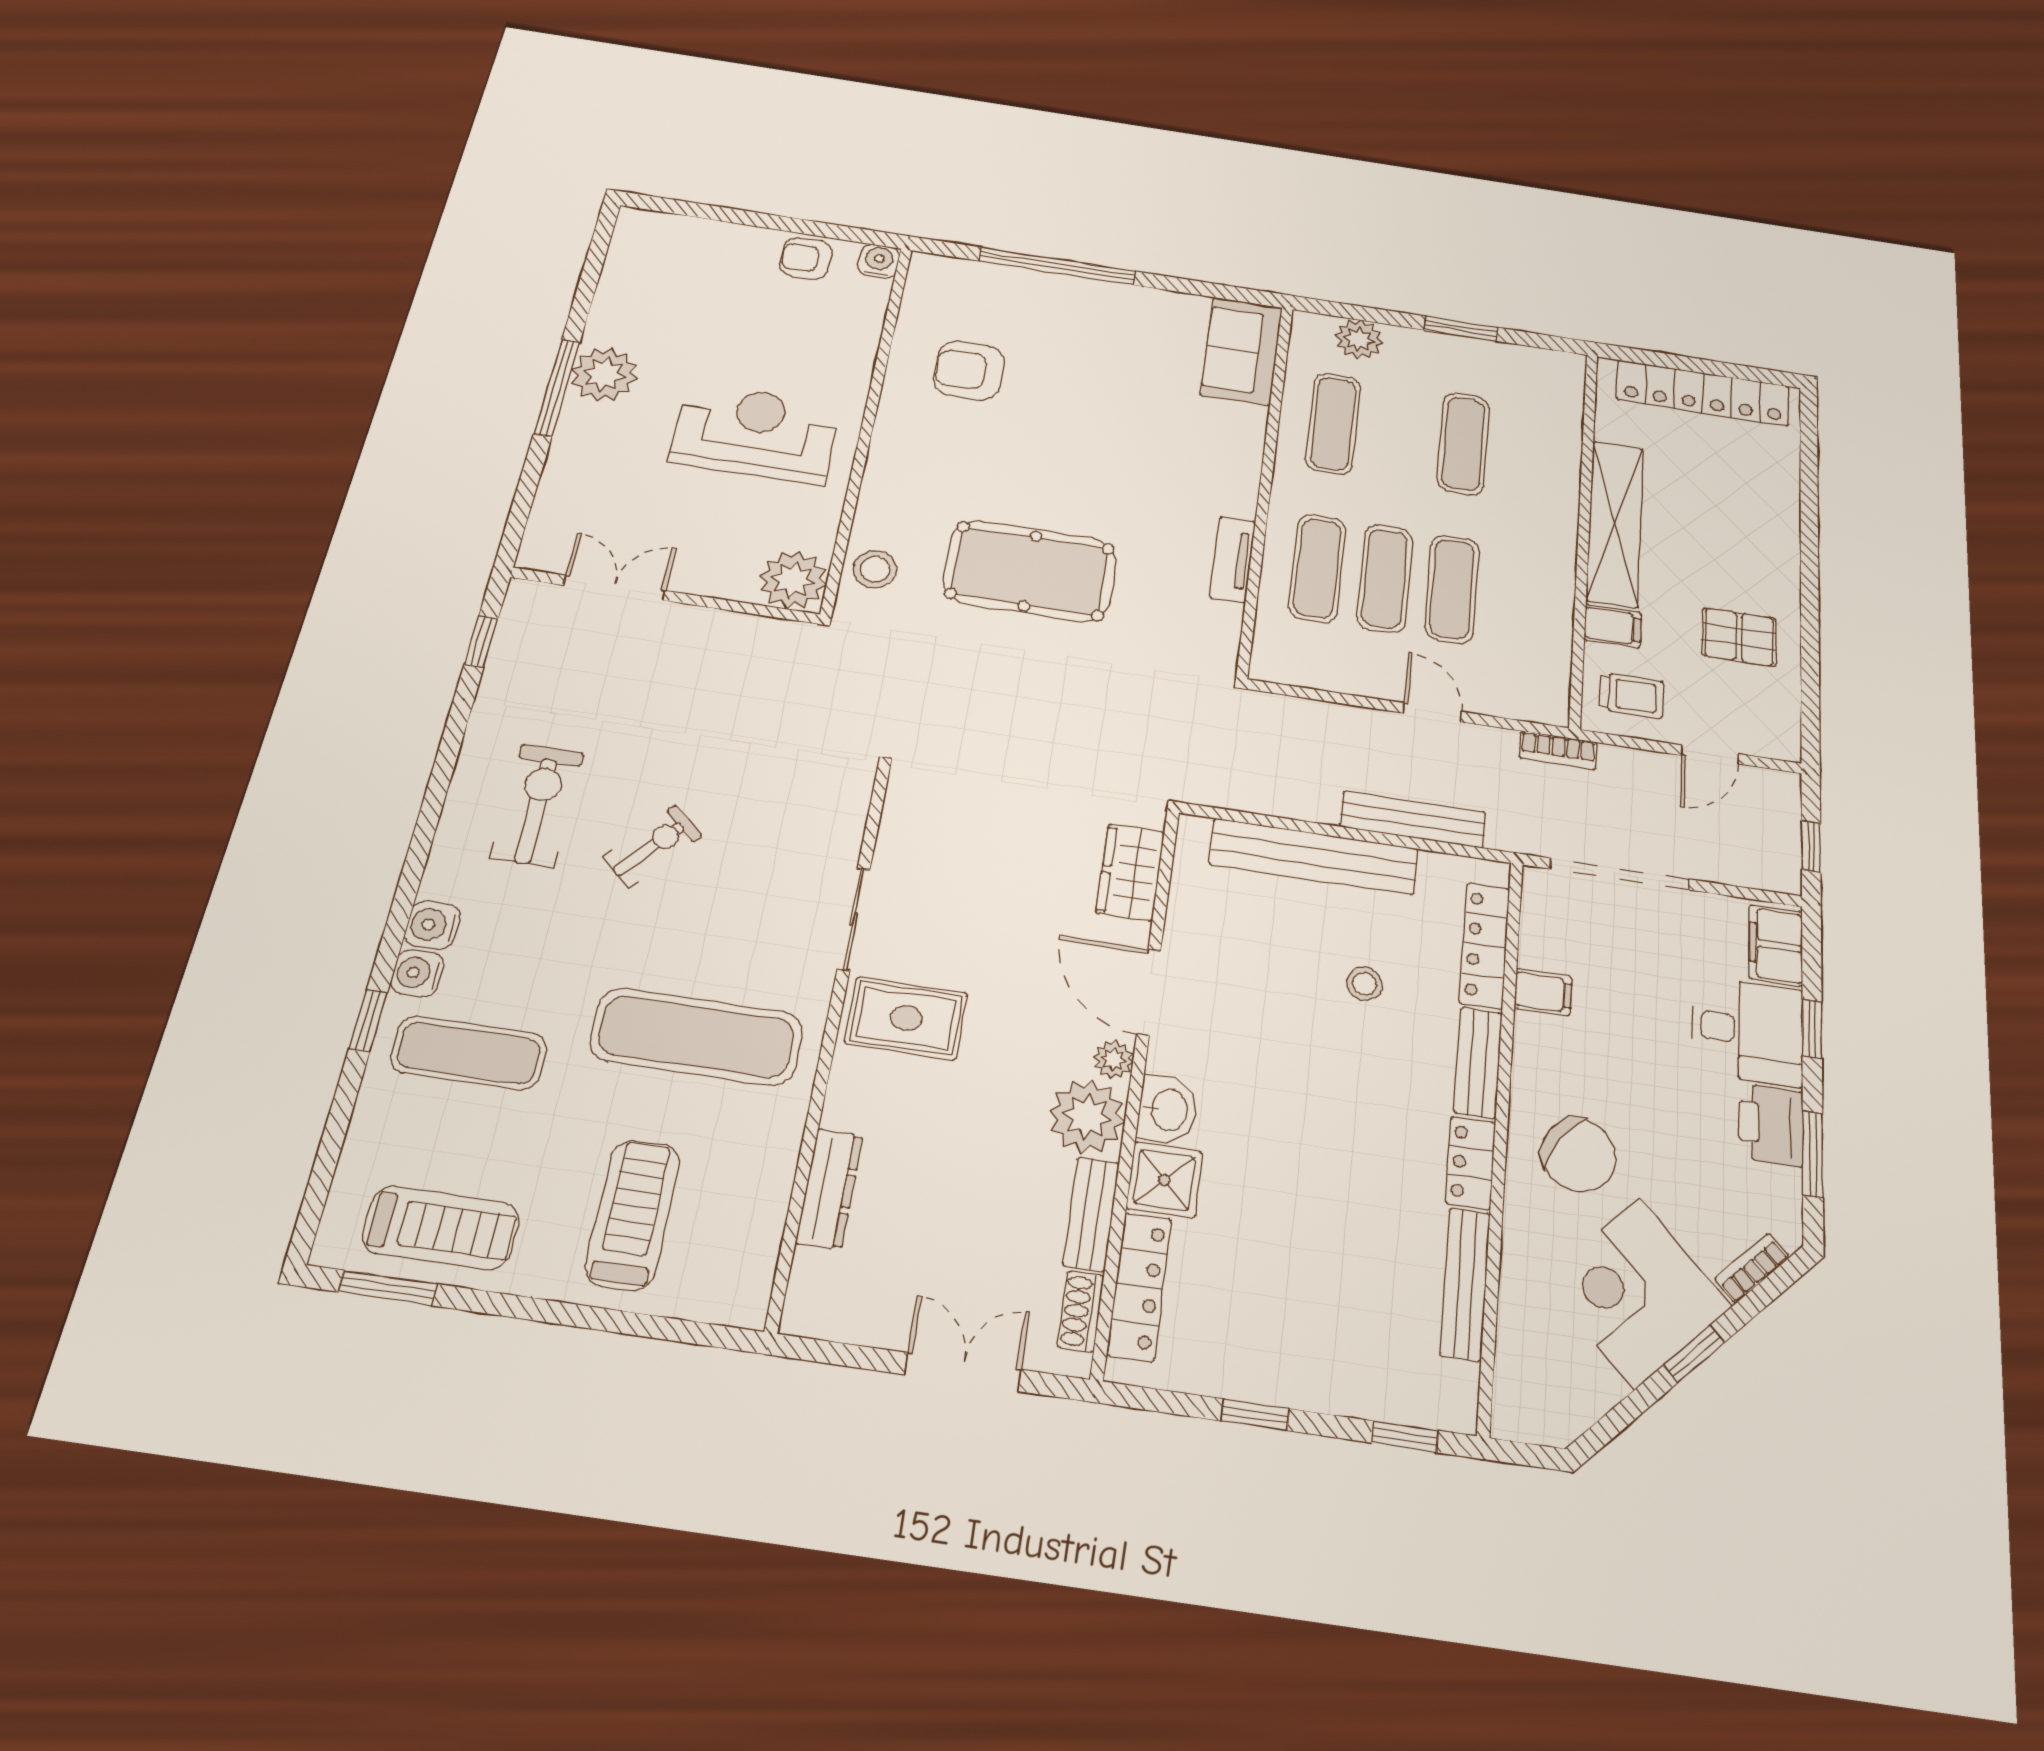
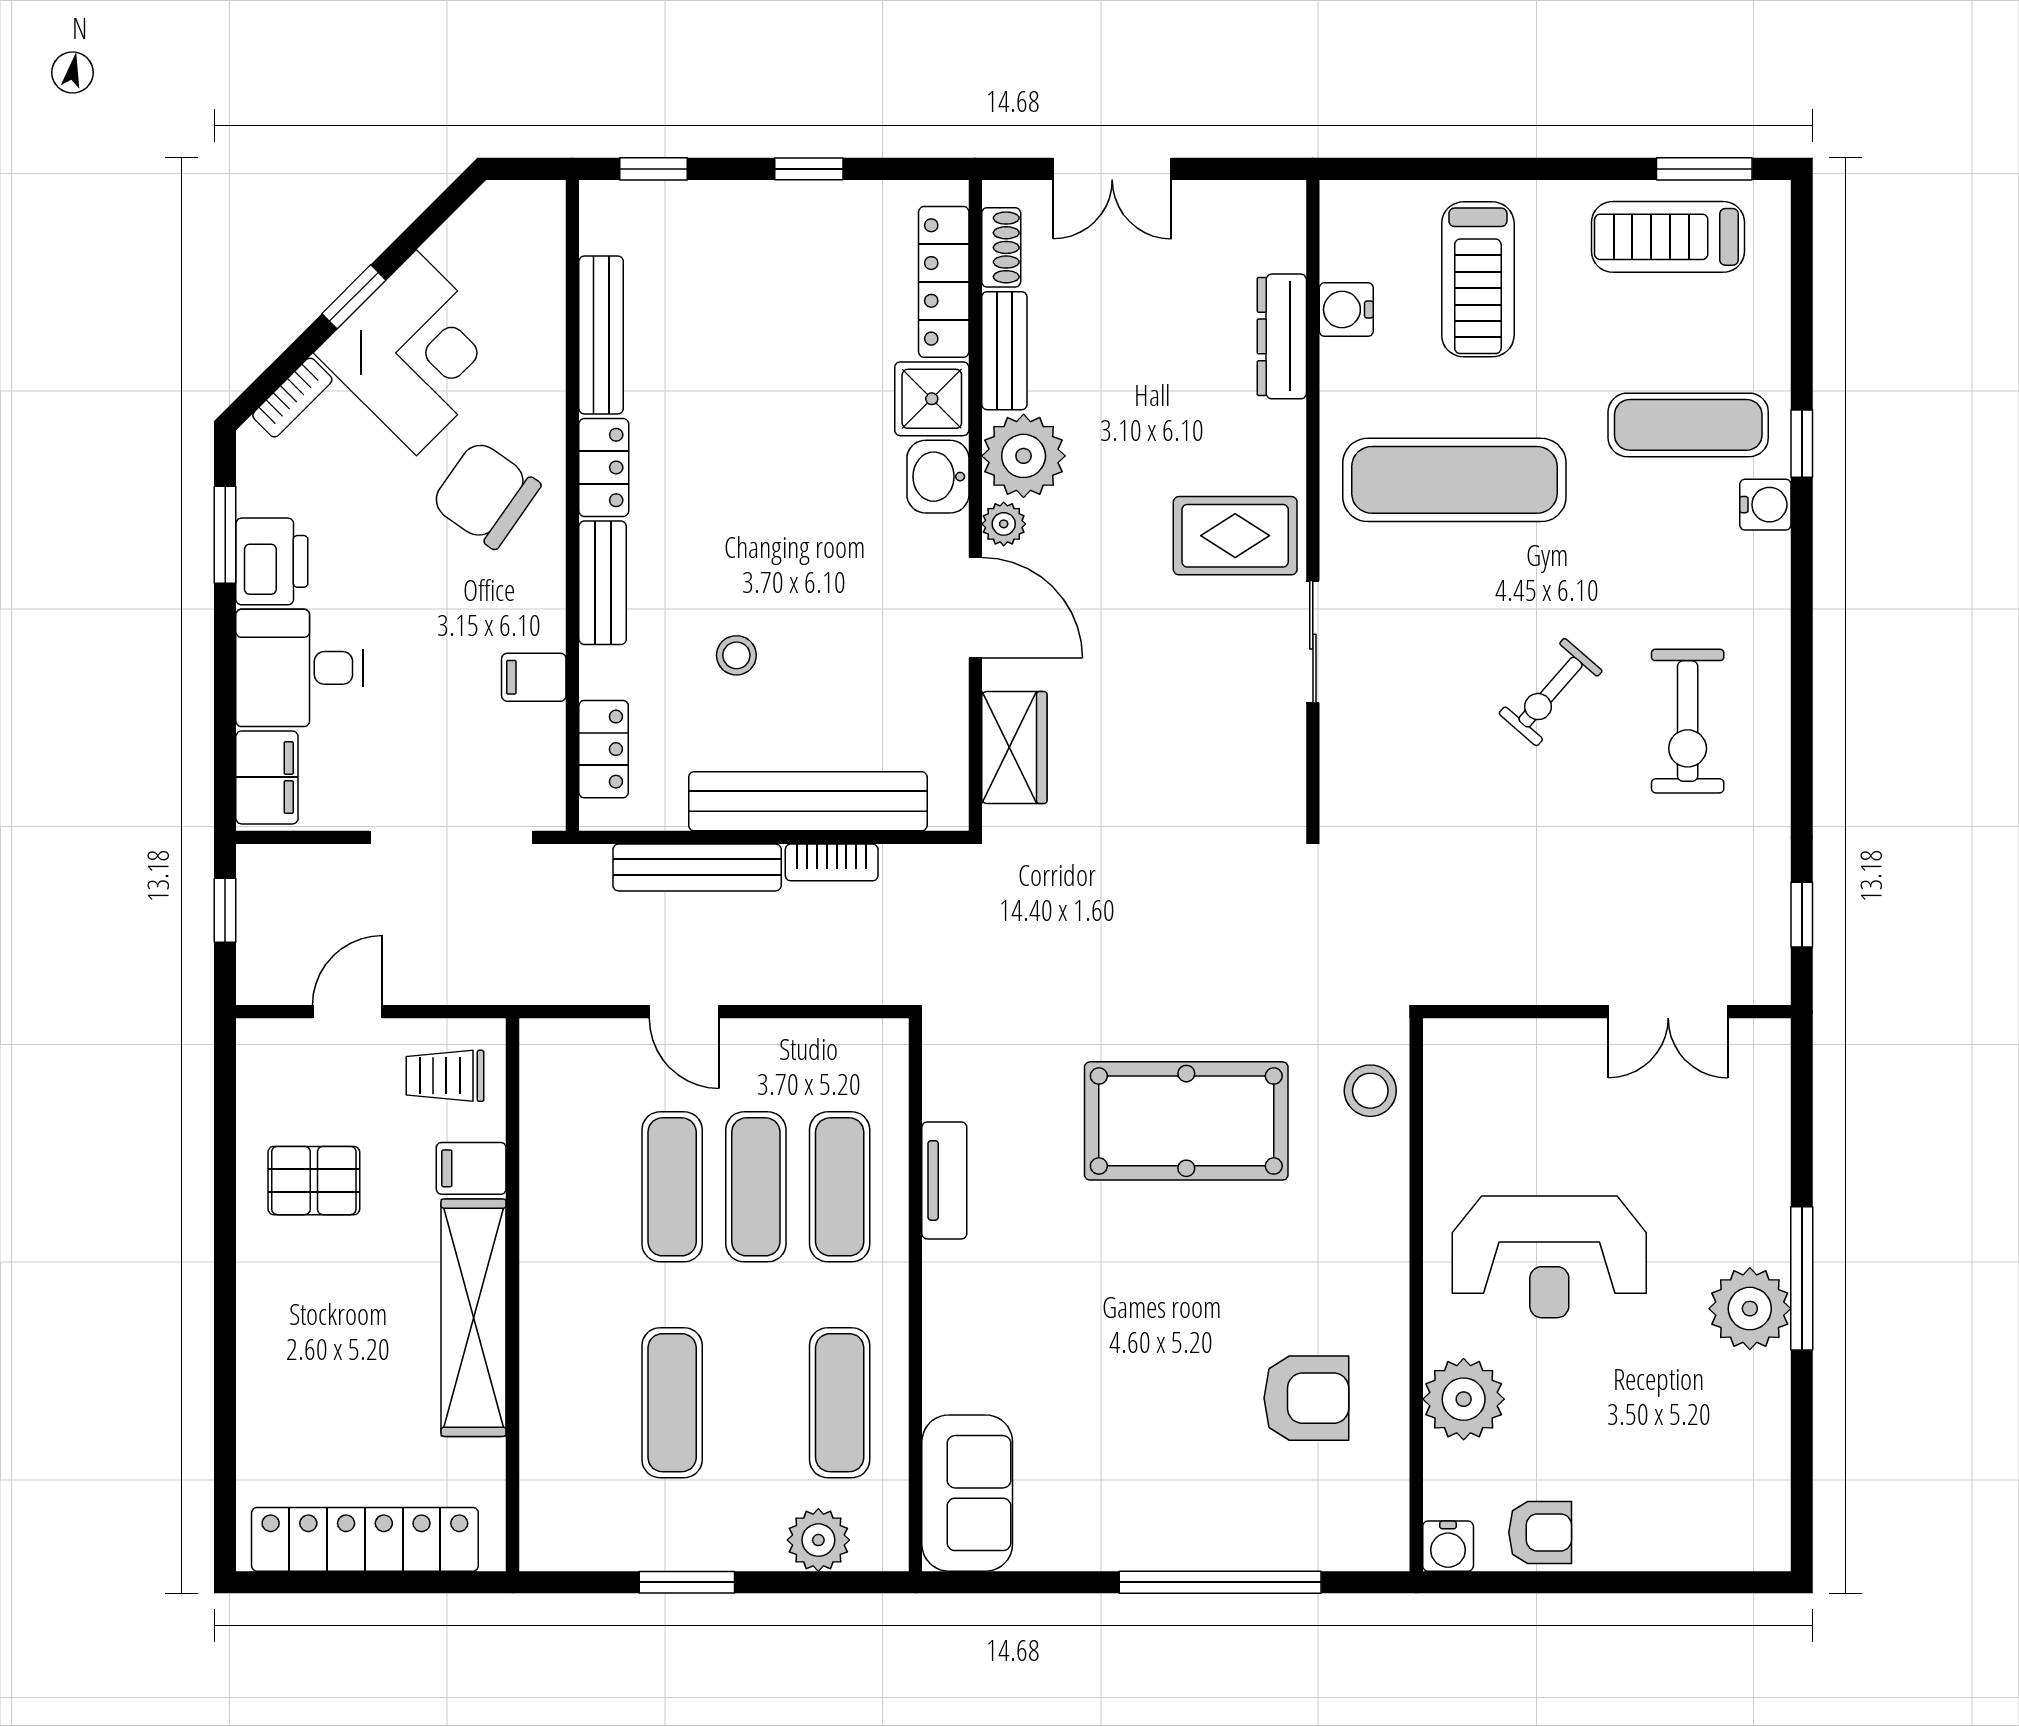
plant: (793, 580) -> (1464, 1399), moved
bookcase: (1558, 750) -> (832, 862), moved, turned 180
water cooler: (432, 925) -> (1346, 310), moved, turned 180
locker: (1485, 945) -> (604, 749), width x0.66
window: (1812, 1028) -> (225, 682), removed

